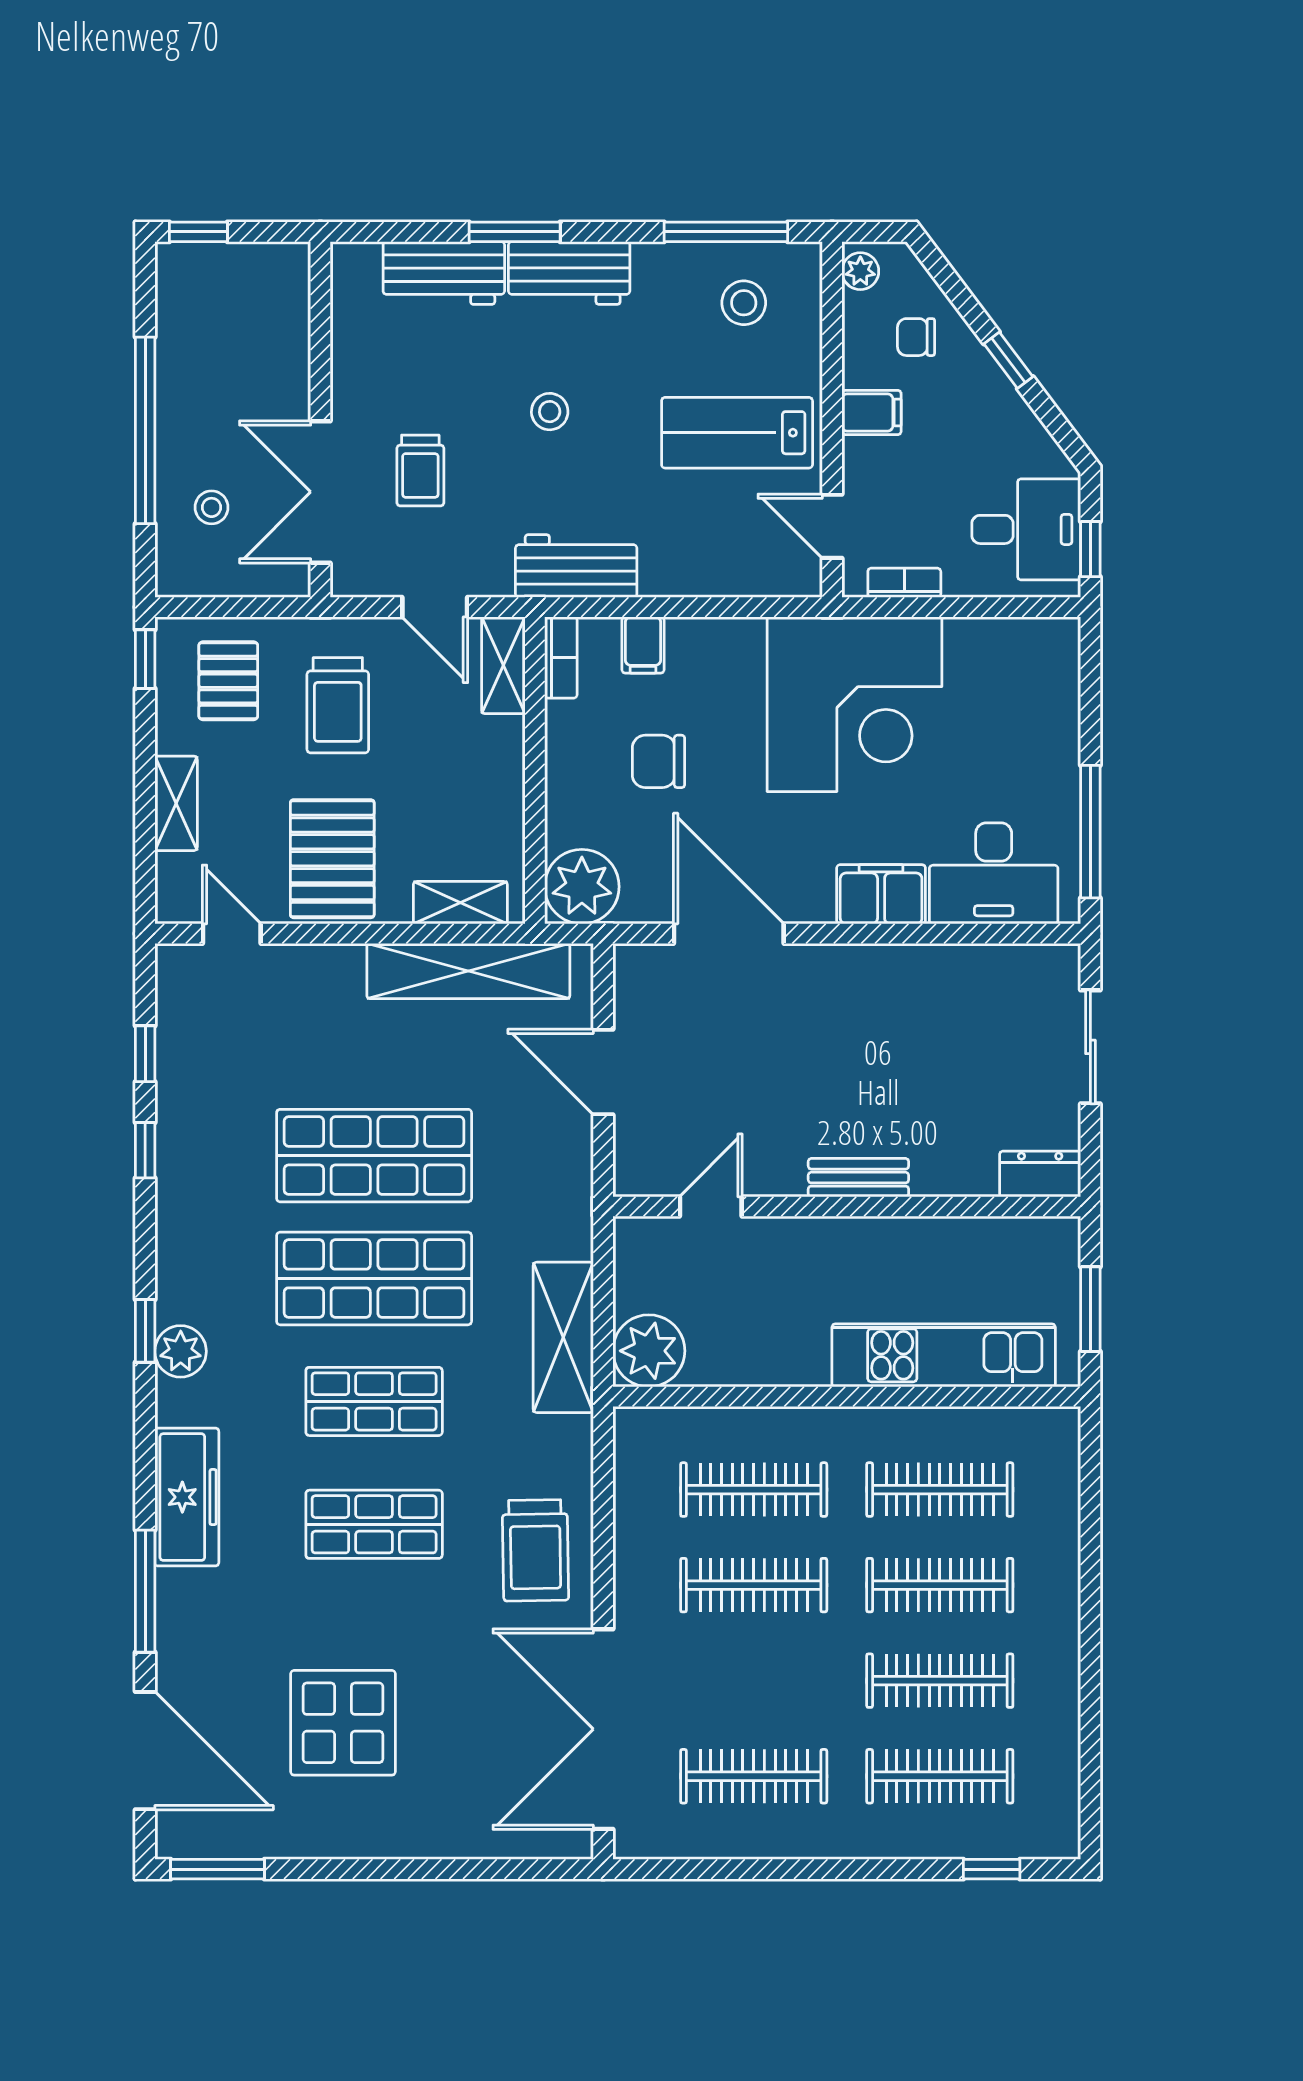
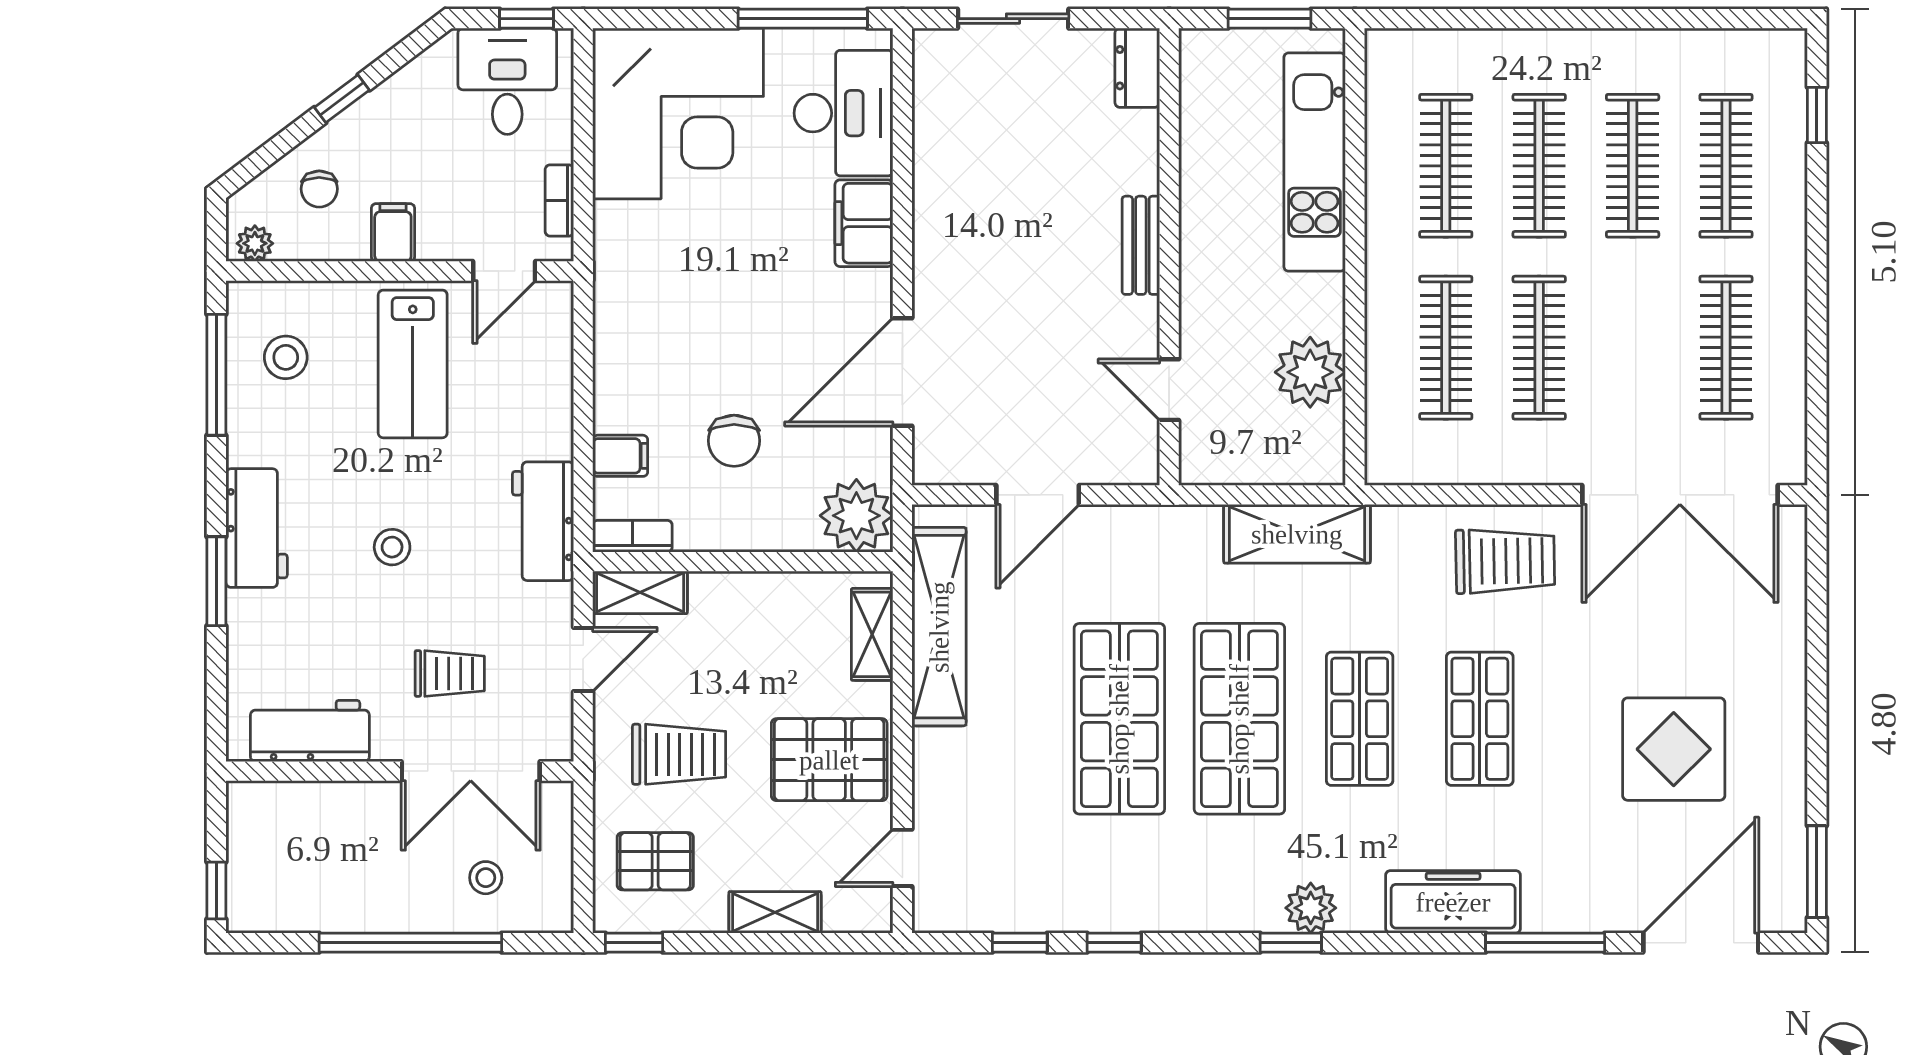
workbench: (444, 273) -> (310, 731), moved, turned -90
corner desk: (854, 704) -> (678, 113), moved, turned 90
plant: (649, 1351) -> (1310, 372), moved

